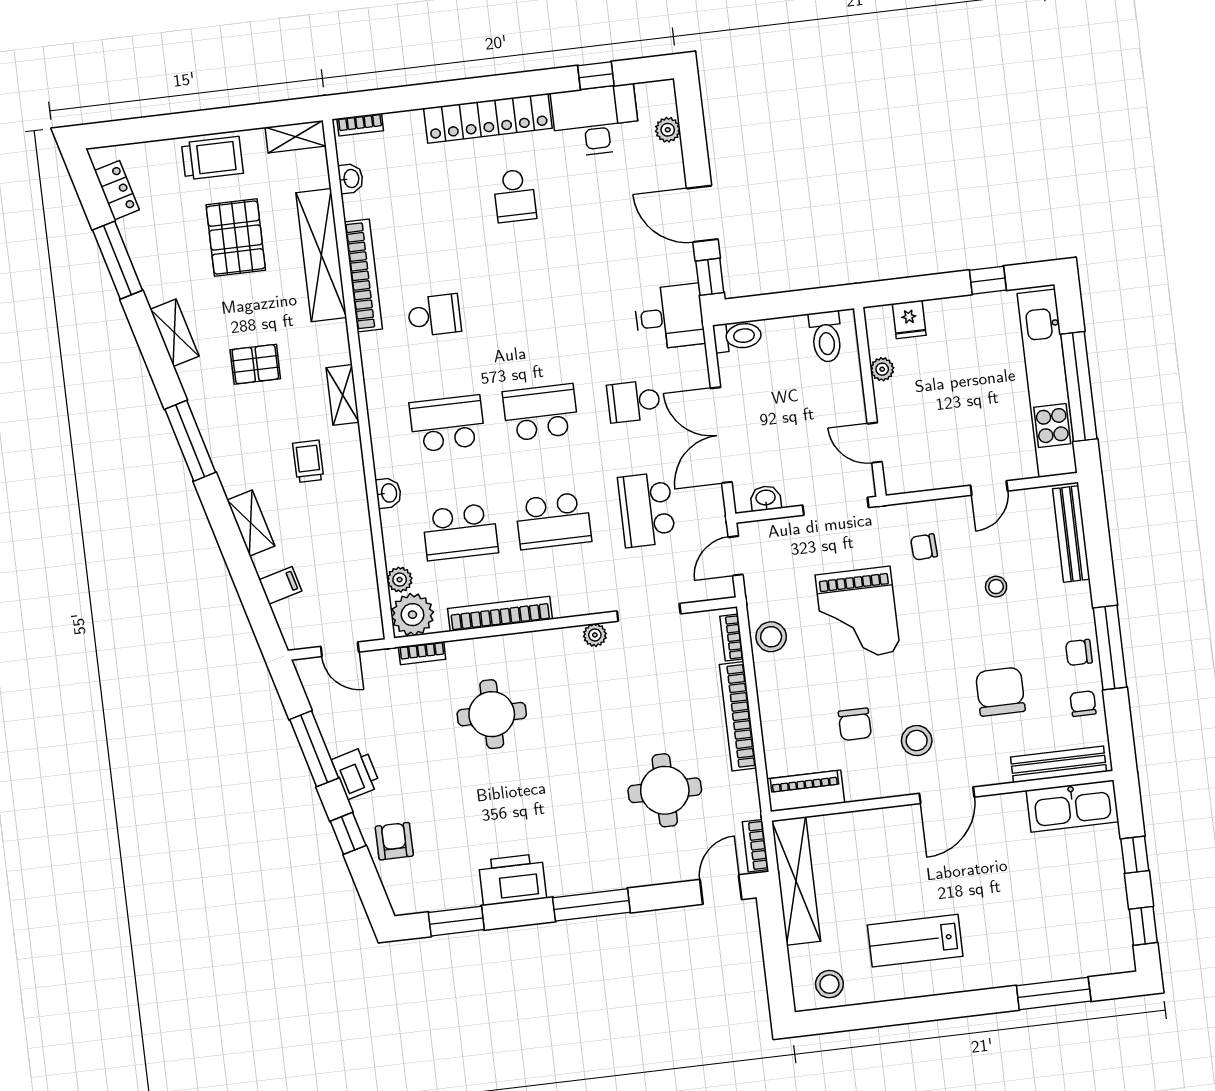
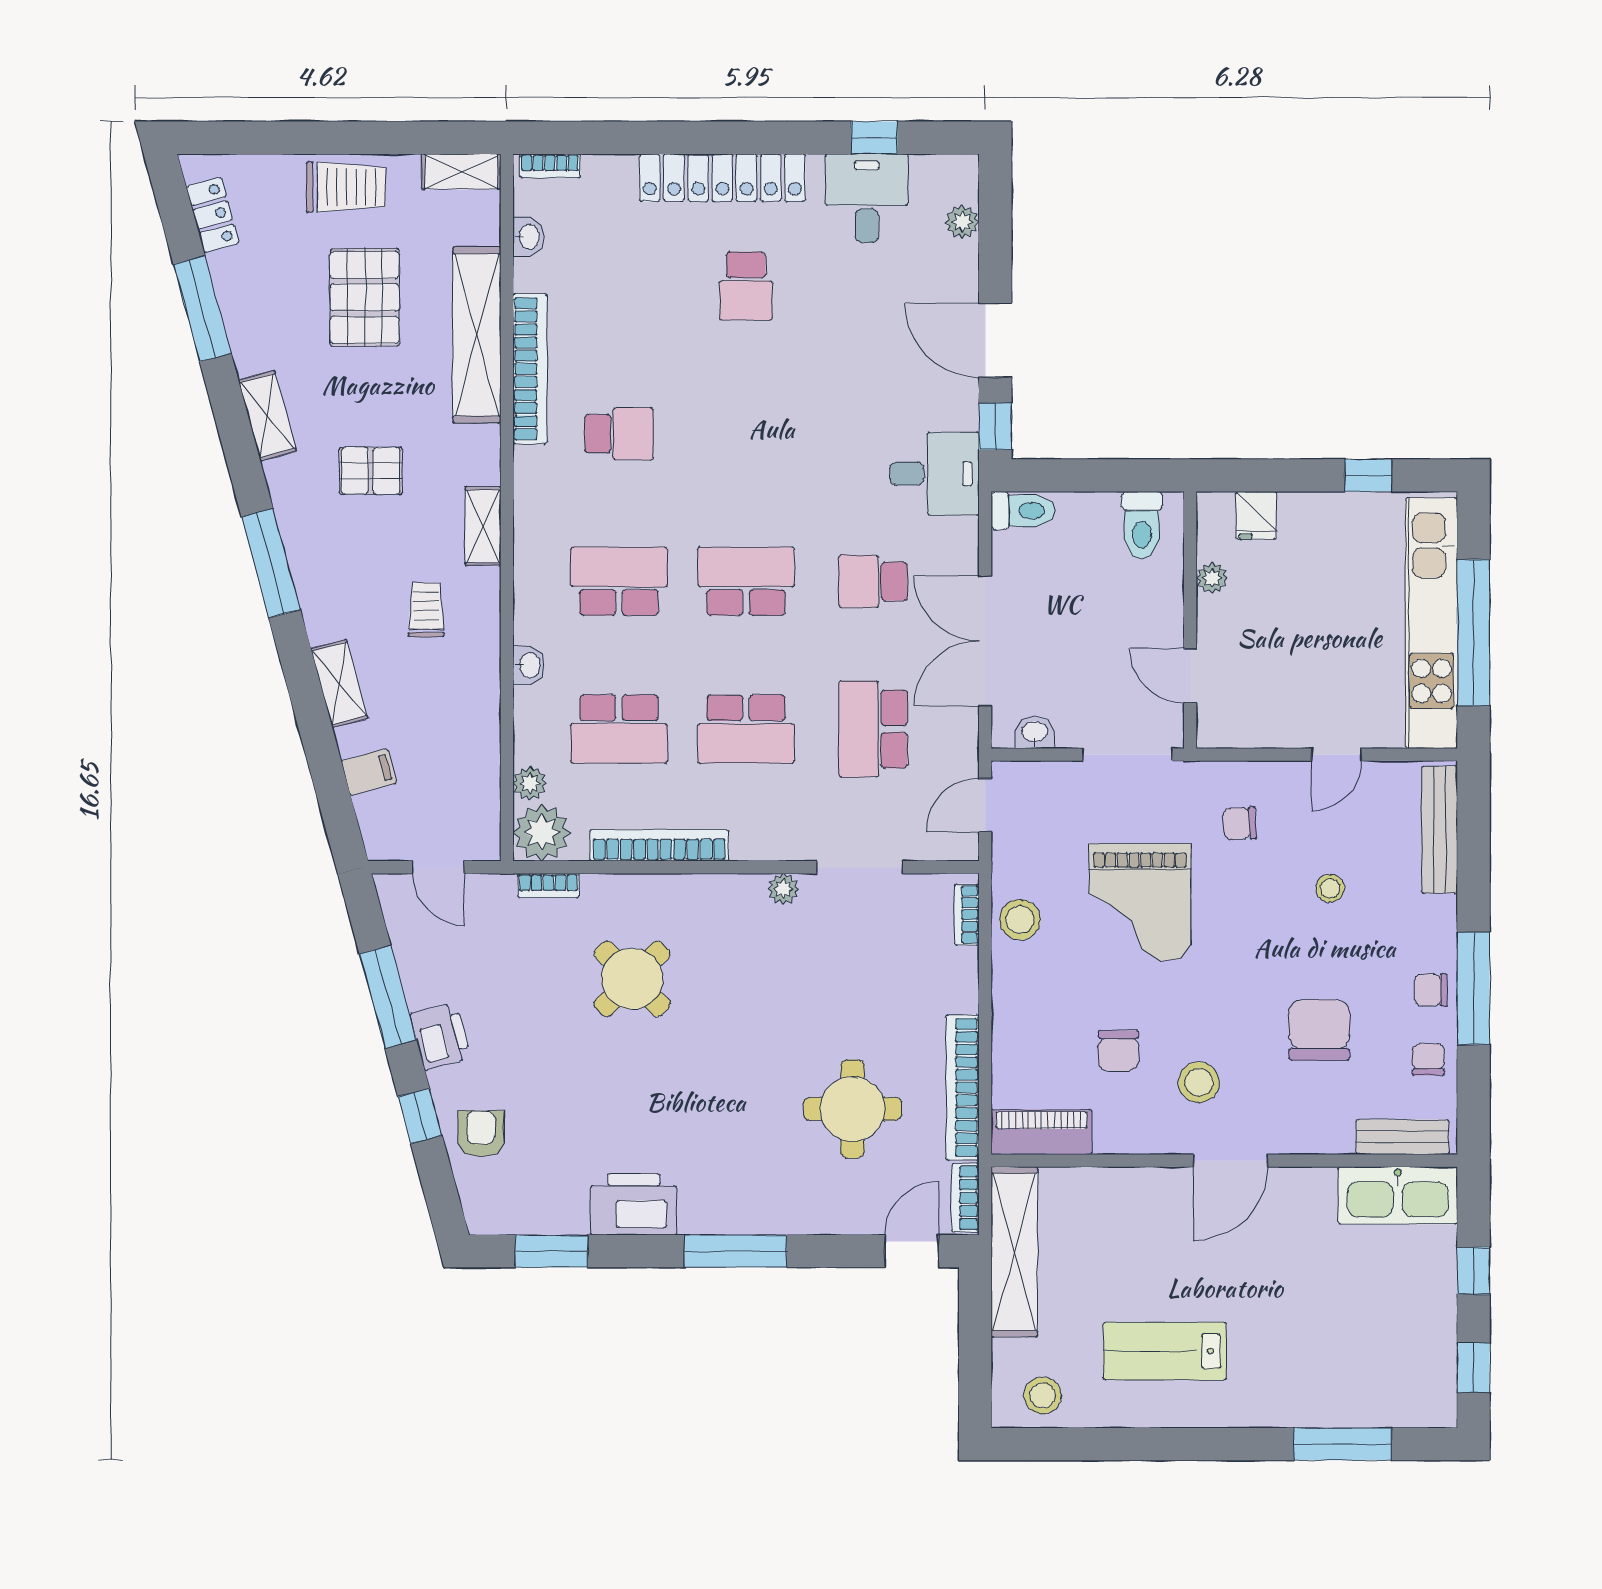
desk: (596, 121) -> (867, 198), width x0.73
round table: (492, 714) -> (632, 979), turned 45
bookcase: (738, 716) -> (963, 1088), moved
bench: (1059, 764) -> (1403, 1137), width x0.73

